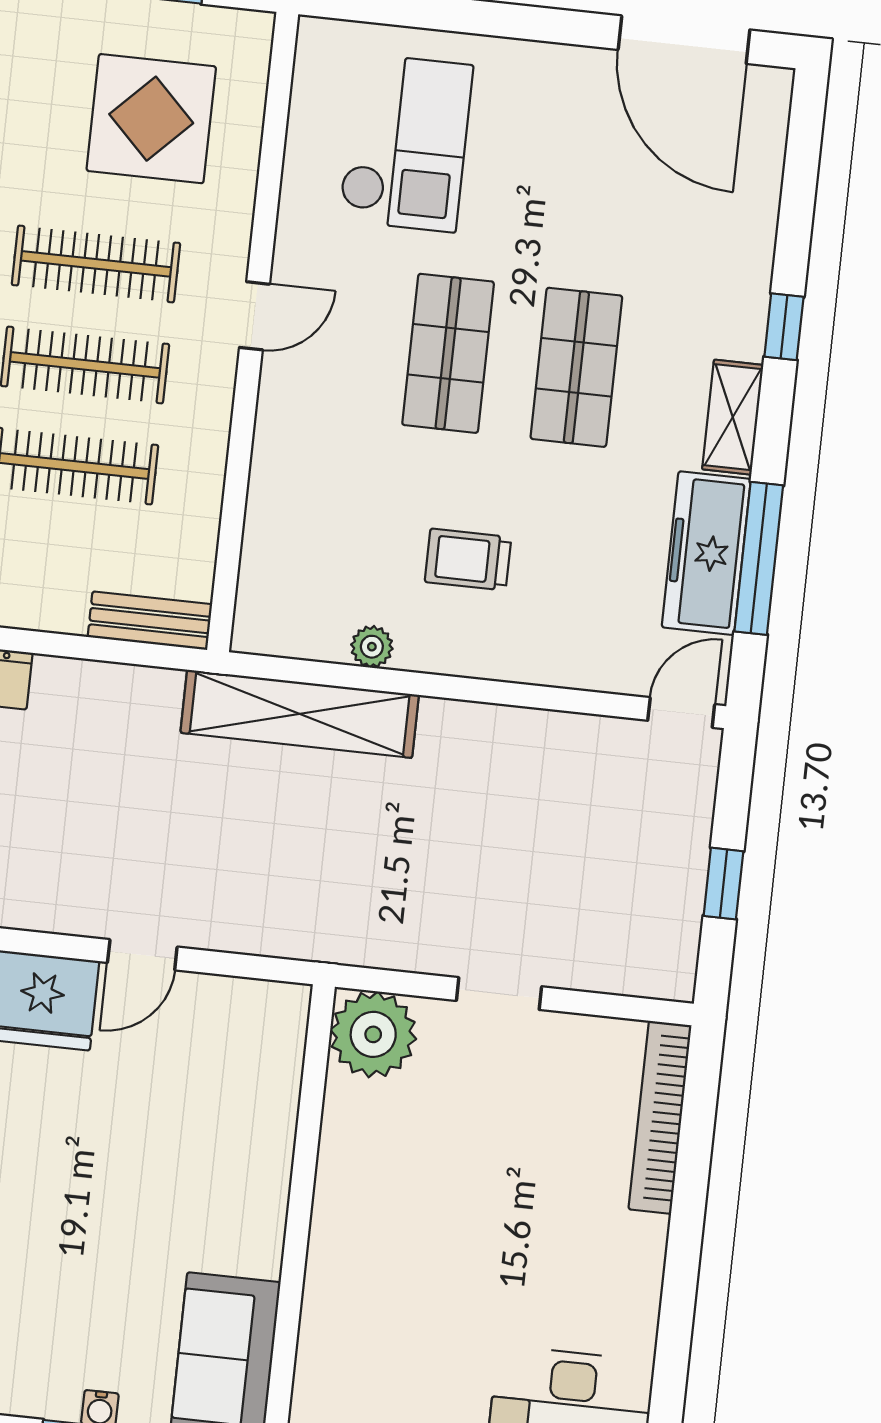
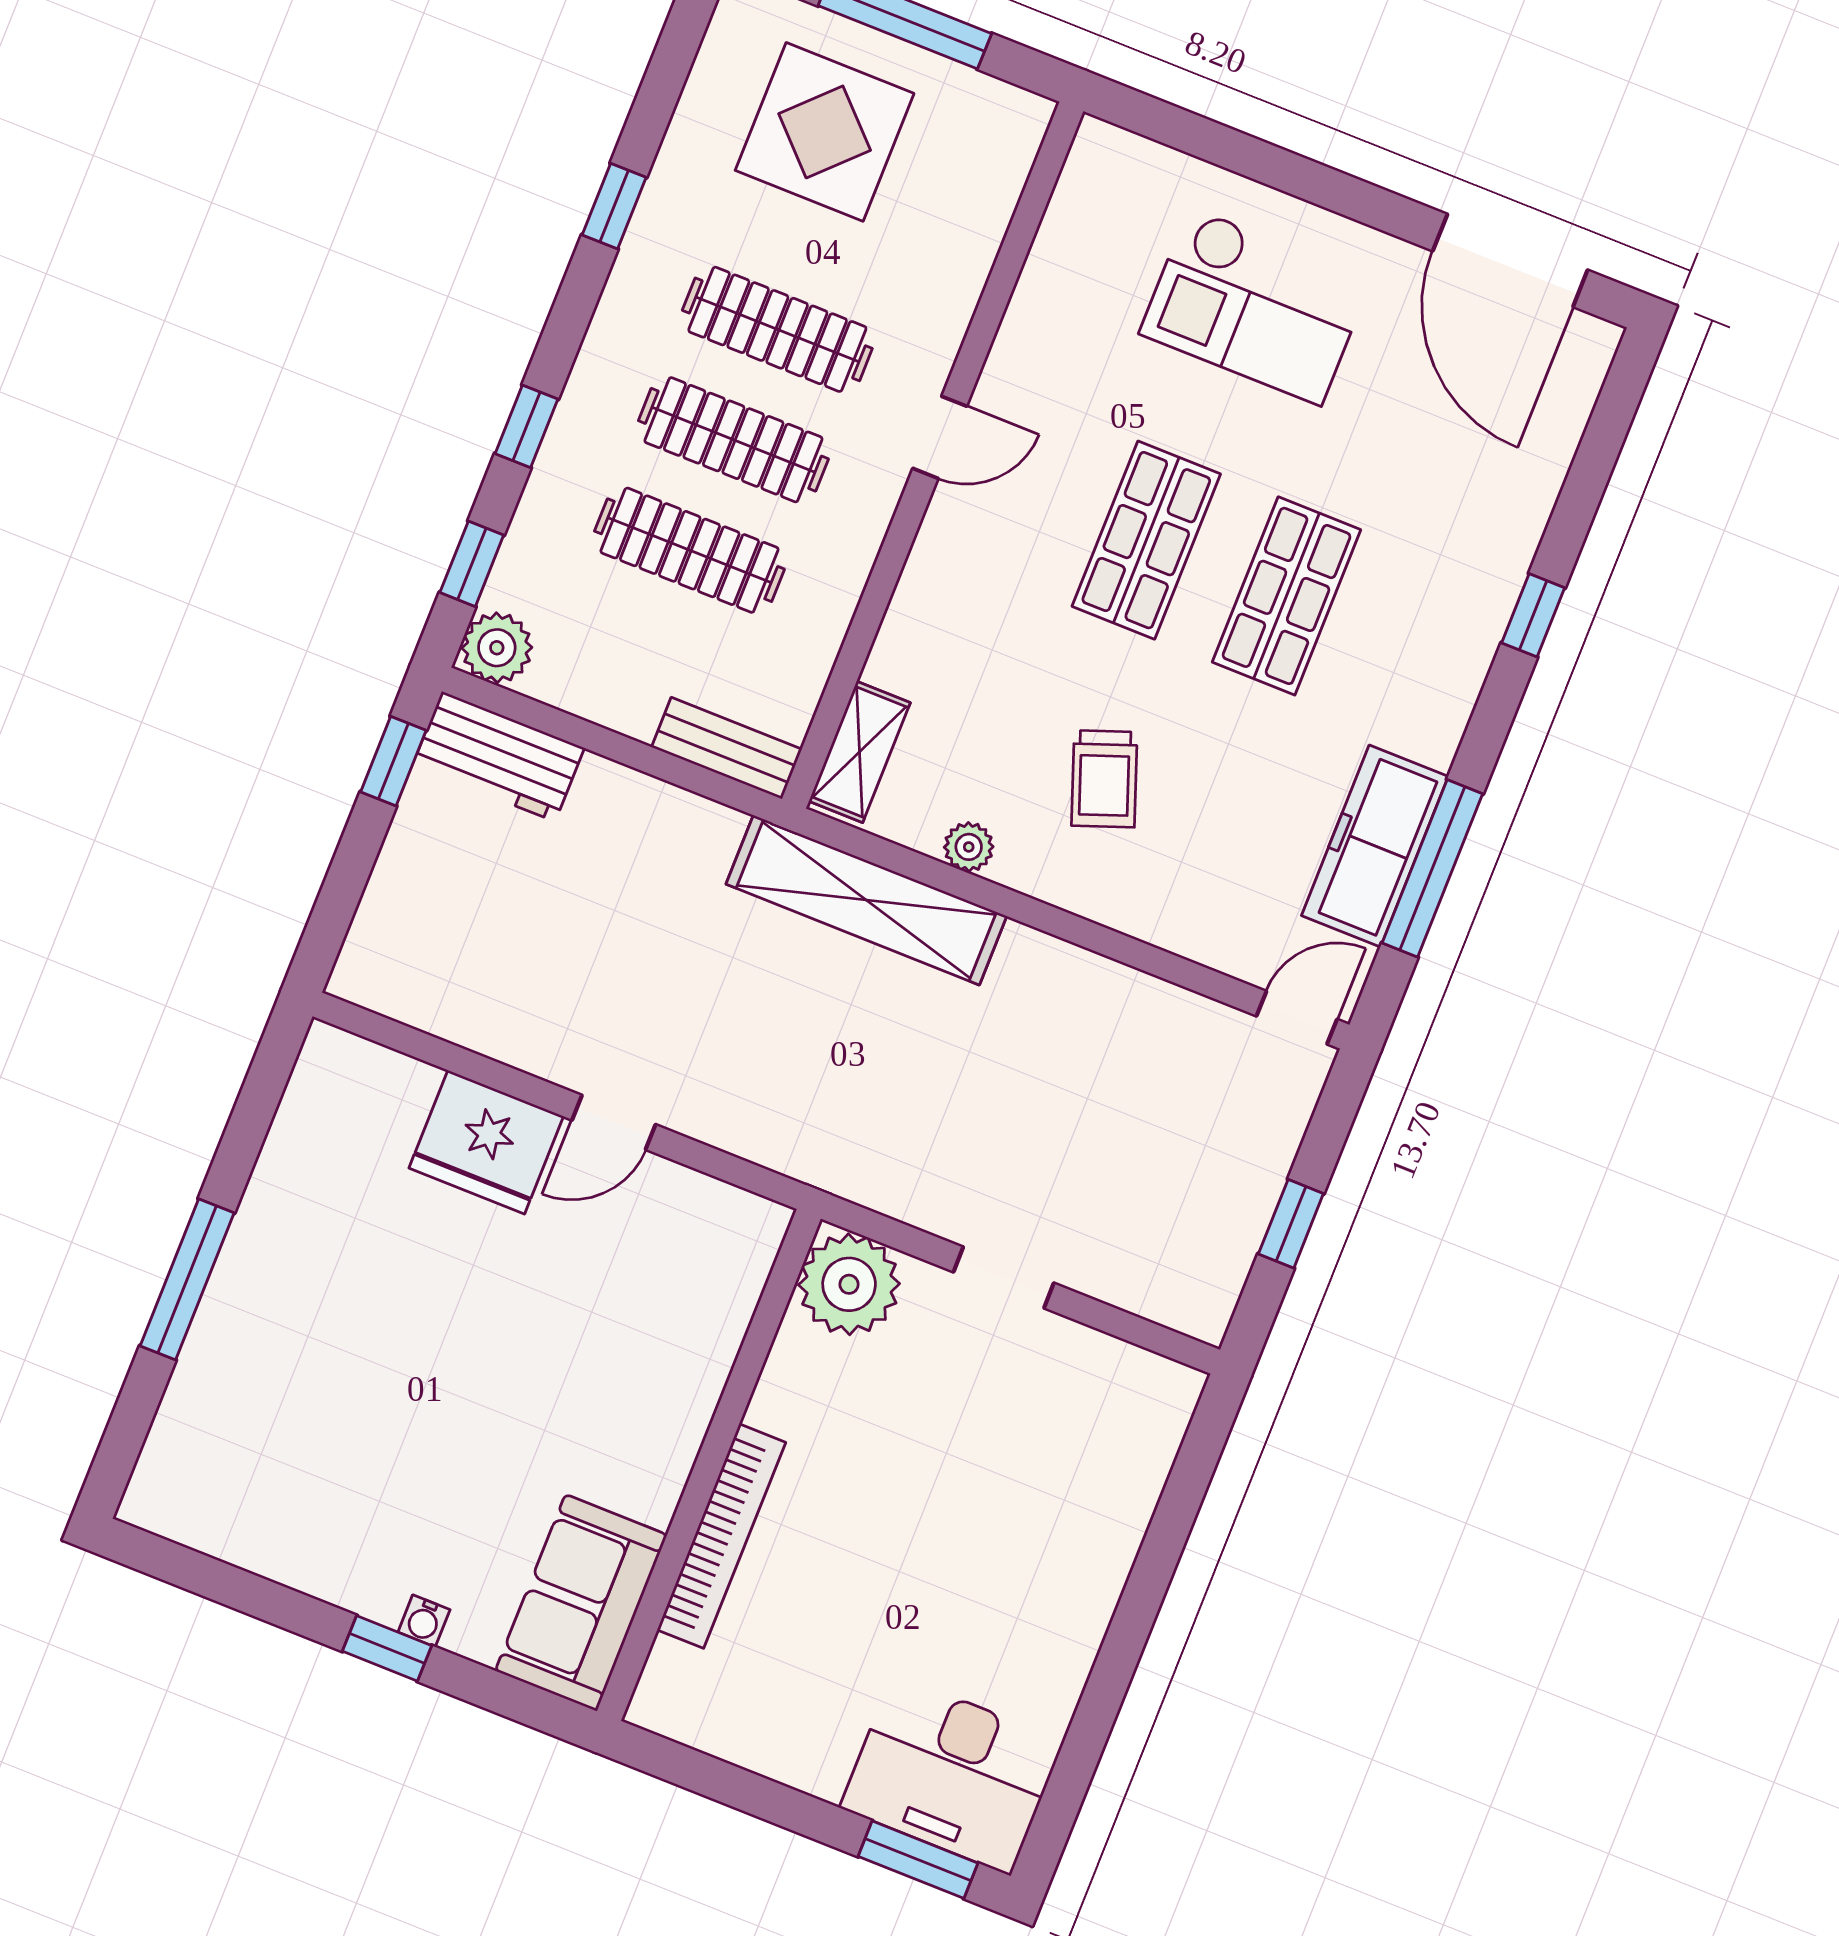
display table: (151, 119) -> (825, 132), moved
checkout: (406, 143) -> (1255, 306), moved, turned 90
shelving: (733, 417) -> (860, 752), moved
trolley: (468, 560) -> (1104, 779), turned -110
bookcase: (660, 1117) -> (721, 1536), moved, turned 180

